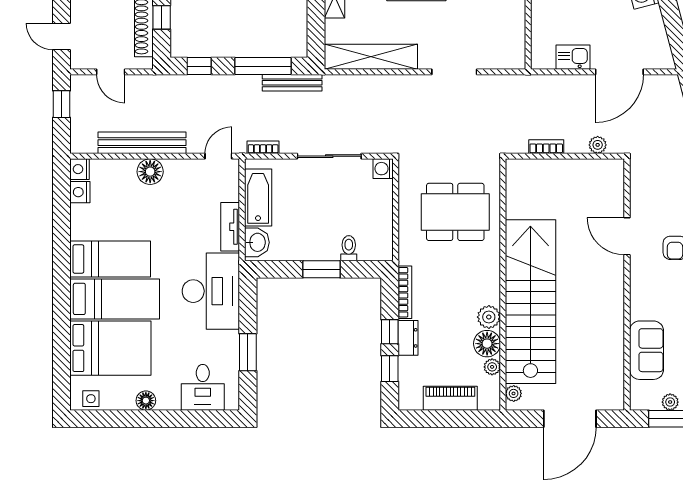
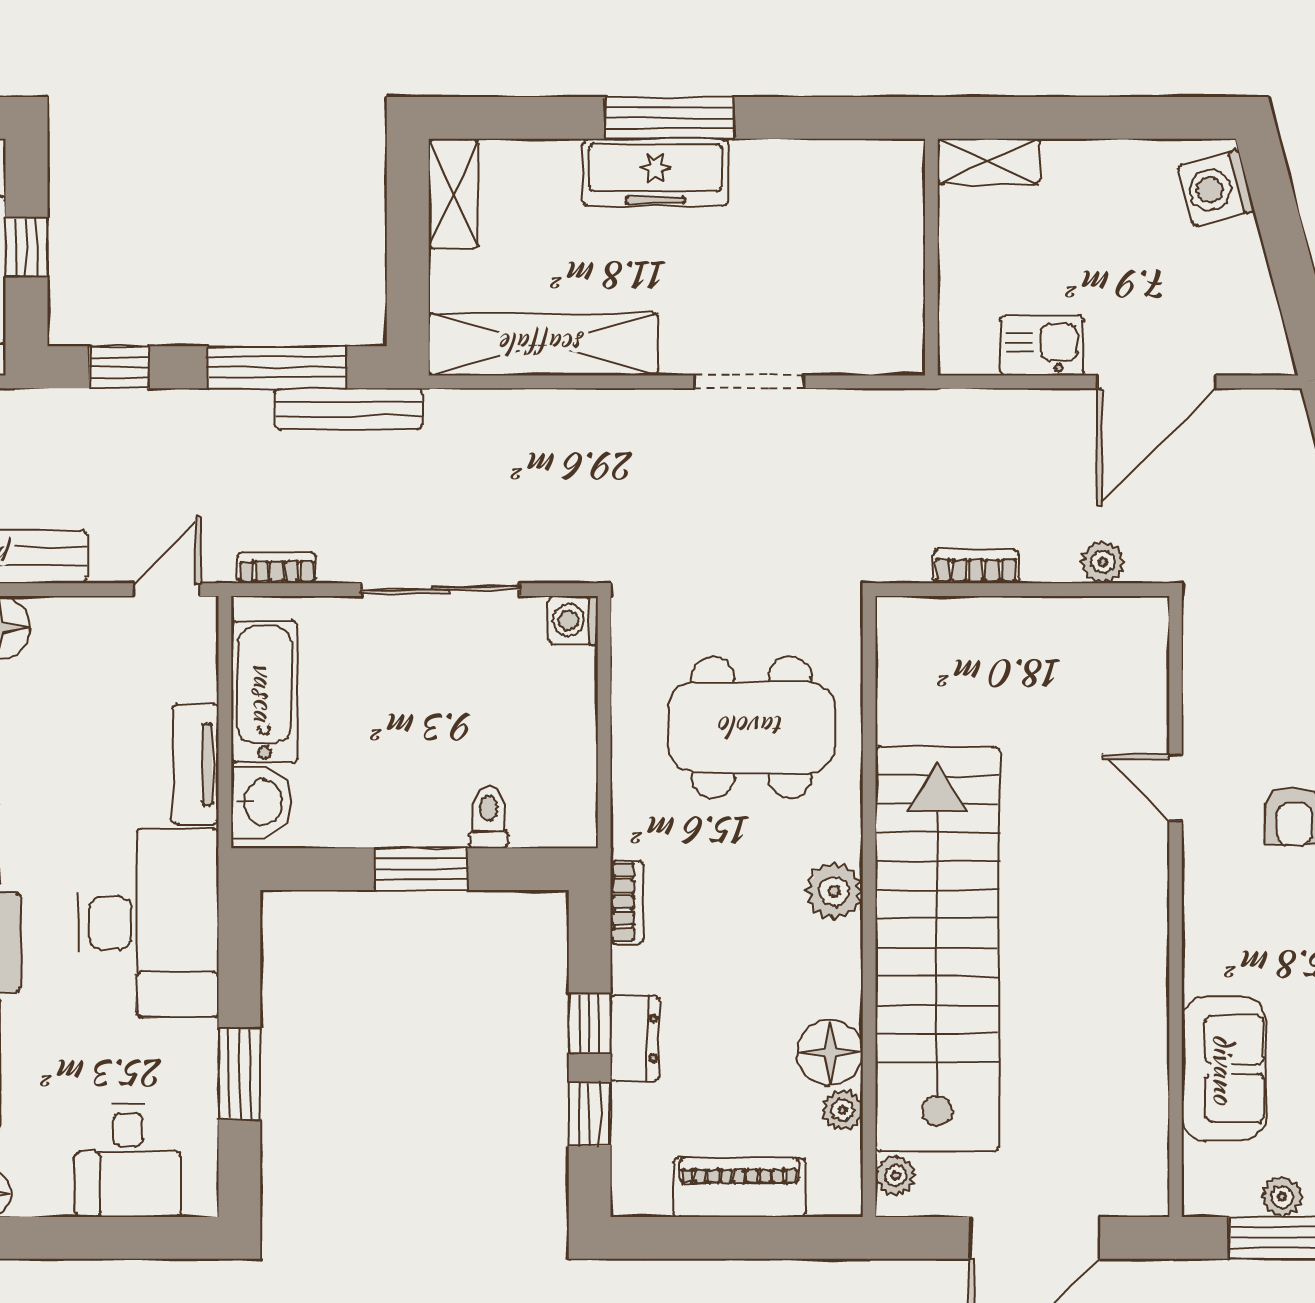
door: (627, 236) -> (1176, 787), width x0.73
bookcase: (405, 292) -> (627, 902), width x0.64
plant: (489, 317) -> (834, 891), moved

